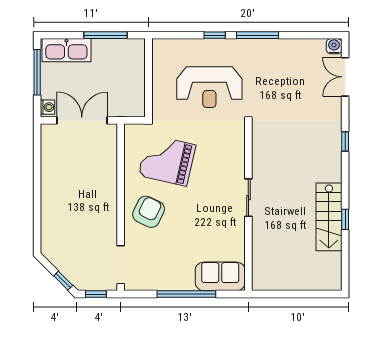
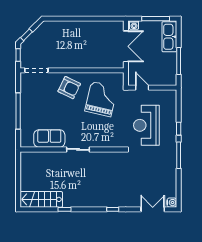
door: (148, 94) -> (142, 88), added
stairs: (329, 217) -> (41, 199), moved
sofa: (220, 276) -> (49, 139), moved, turned -90

